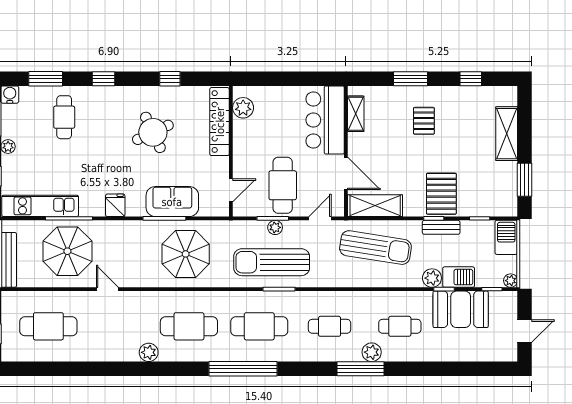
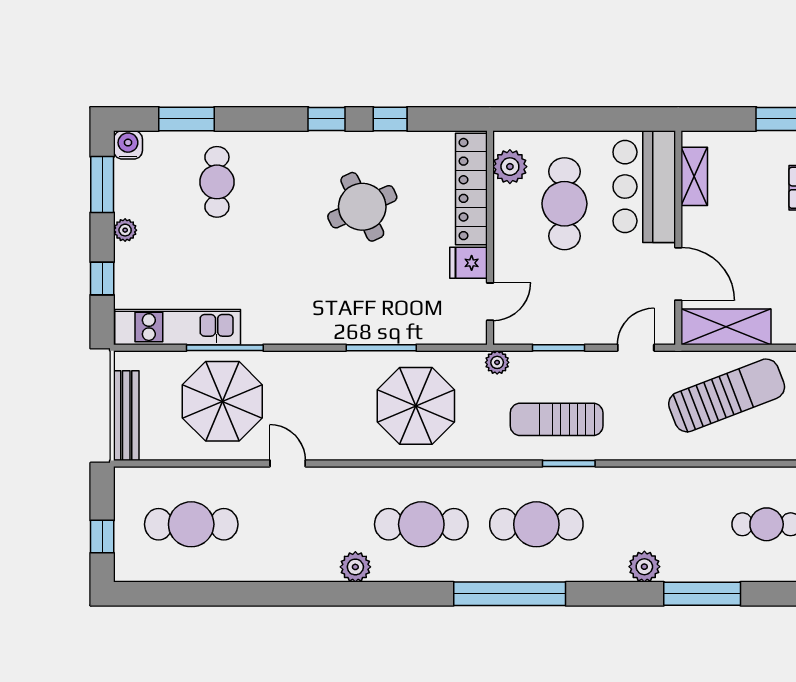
window: (103, 79) -> (327, 119), moved
cafe table: (283, 185) -> (564, 204), moved
sofa: (172, 202) -> (394, 320), removed
fridge: (115, 205) -> (469, 263), moved, turned -90
plant: (275, 227) -> (497, 362), moved
sun lounger: (375, 248) -> (727, 395), turned -30
sun lounger: (272, 262) -> (557, 419), width x0.73, depth x0.75
cafe table: (330, 326) -> (651, 524), removed
plant: (372, 352) -> (644, 567), moved

